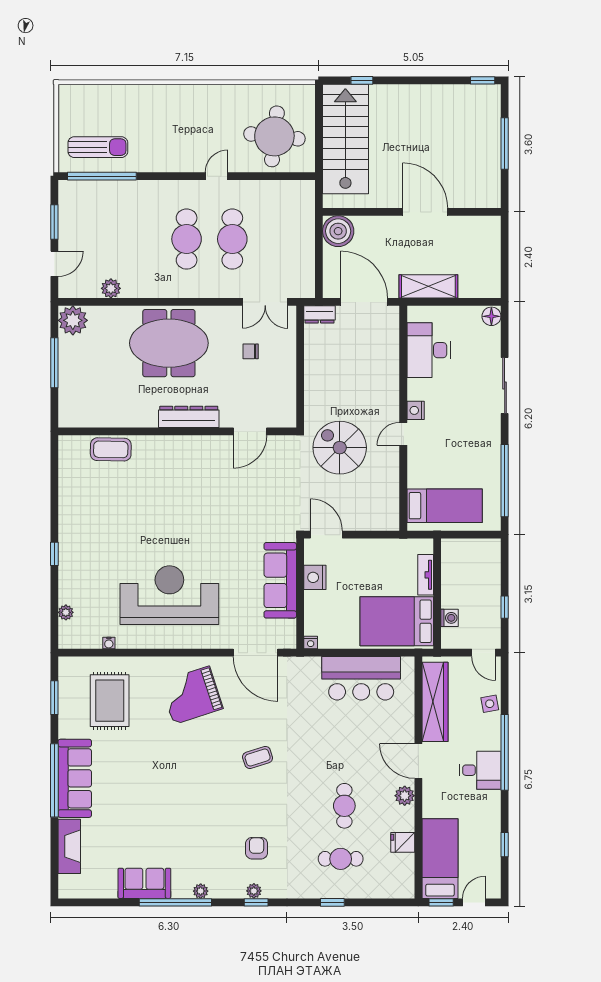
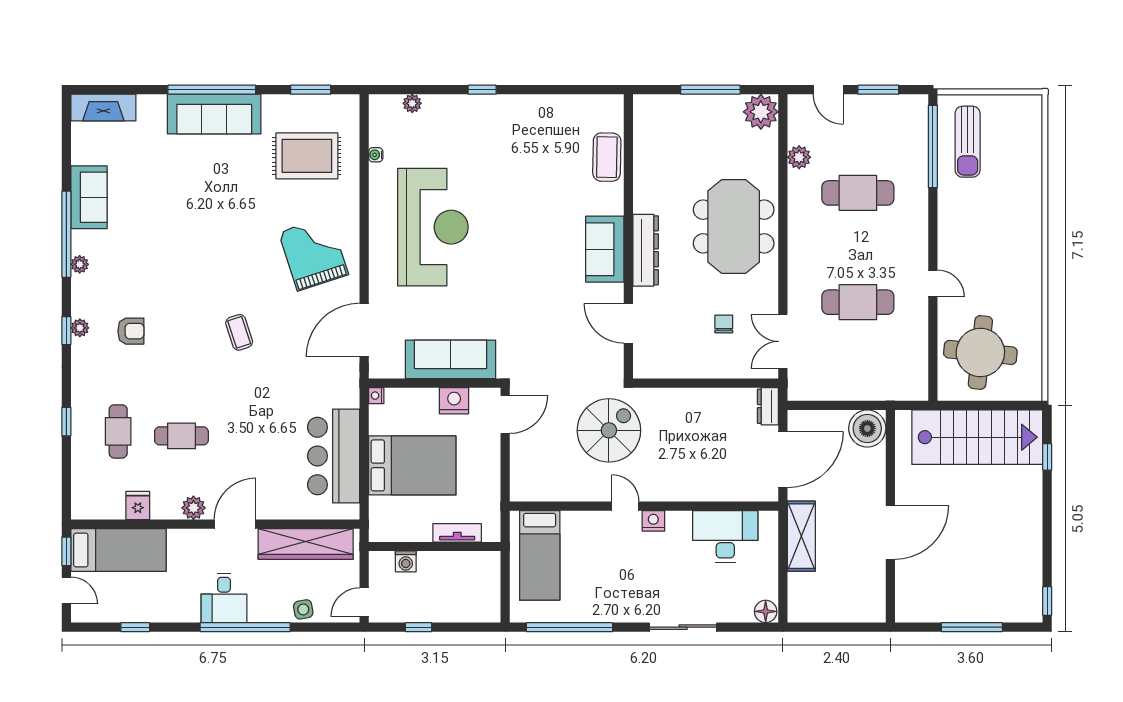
cafe table: (187, 239) -> (858, 193), moved
sofa: (188, 451) -> (605, 249), added
bed: (397, 621) -> (412, 465), moved, turned 90
fireplace: (69, 846) -> (103, 108), moved

